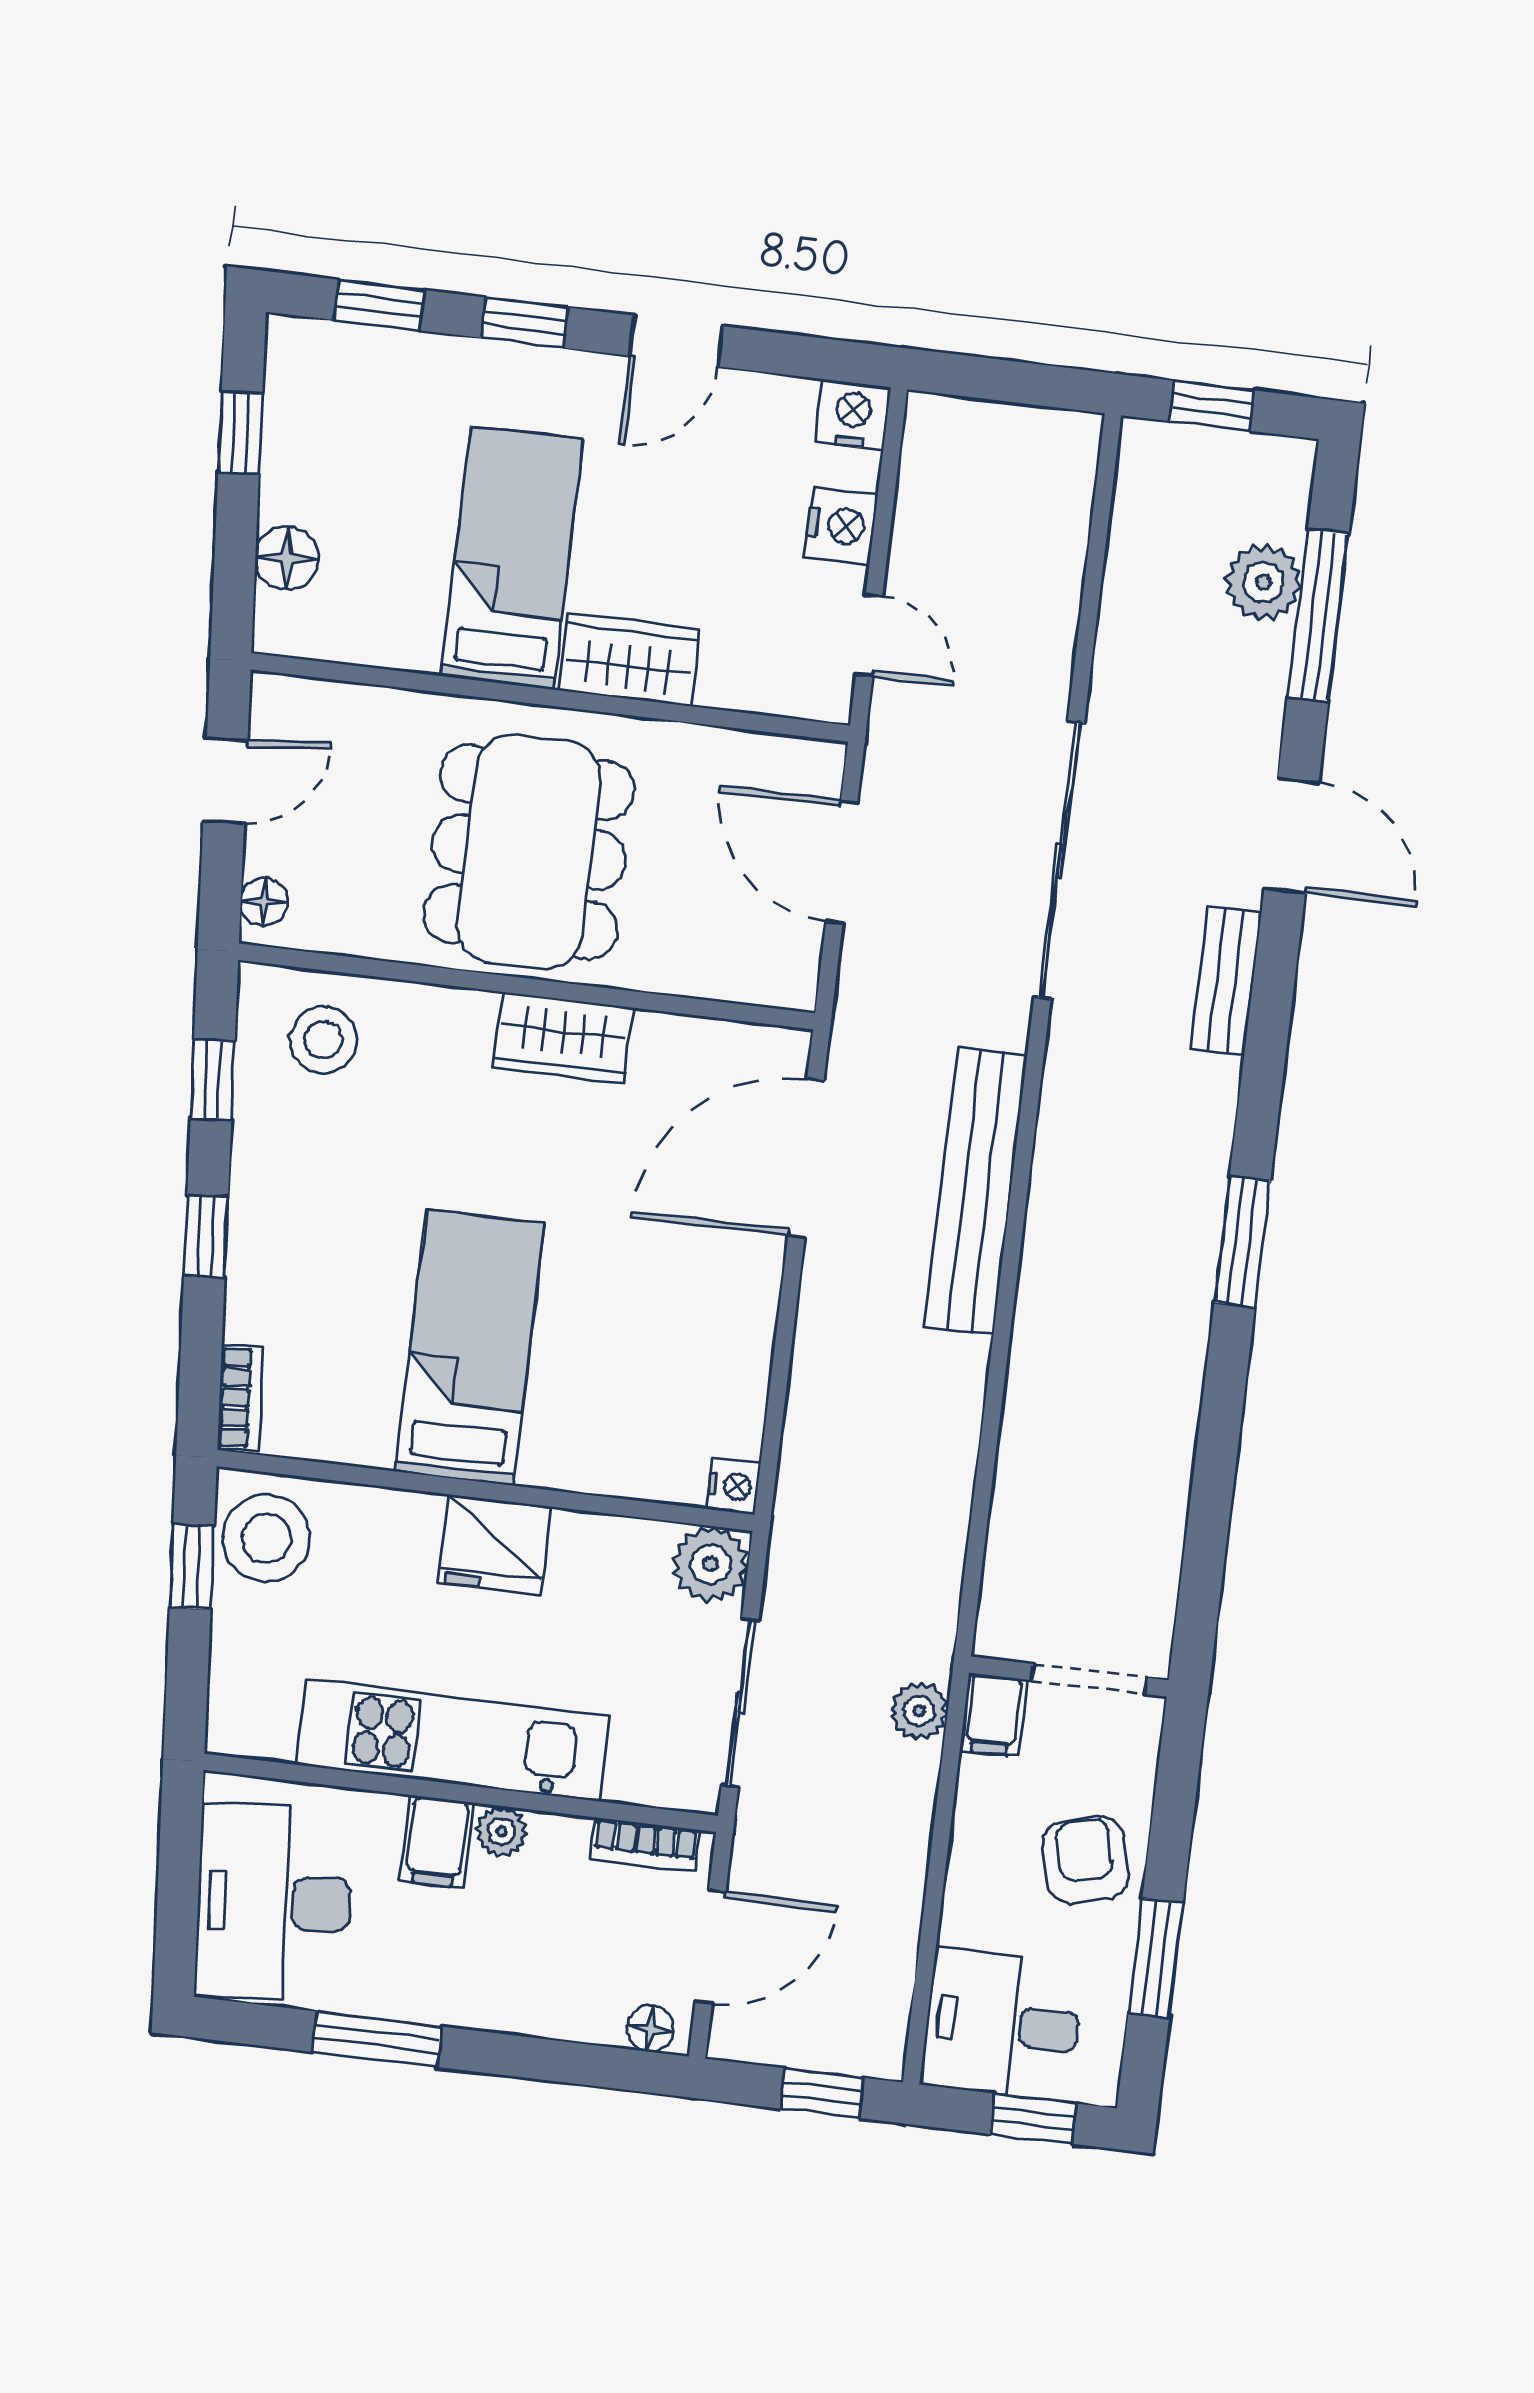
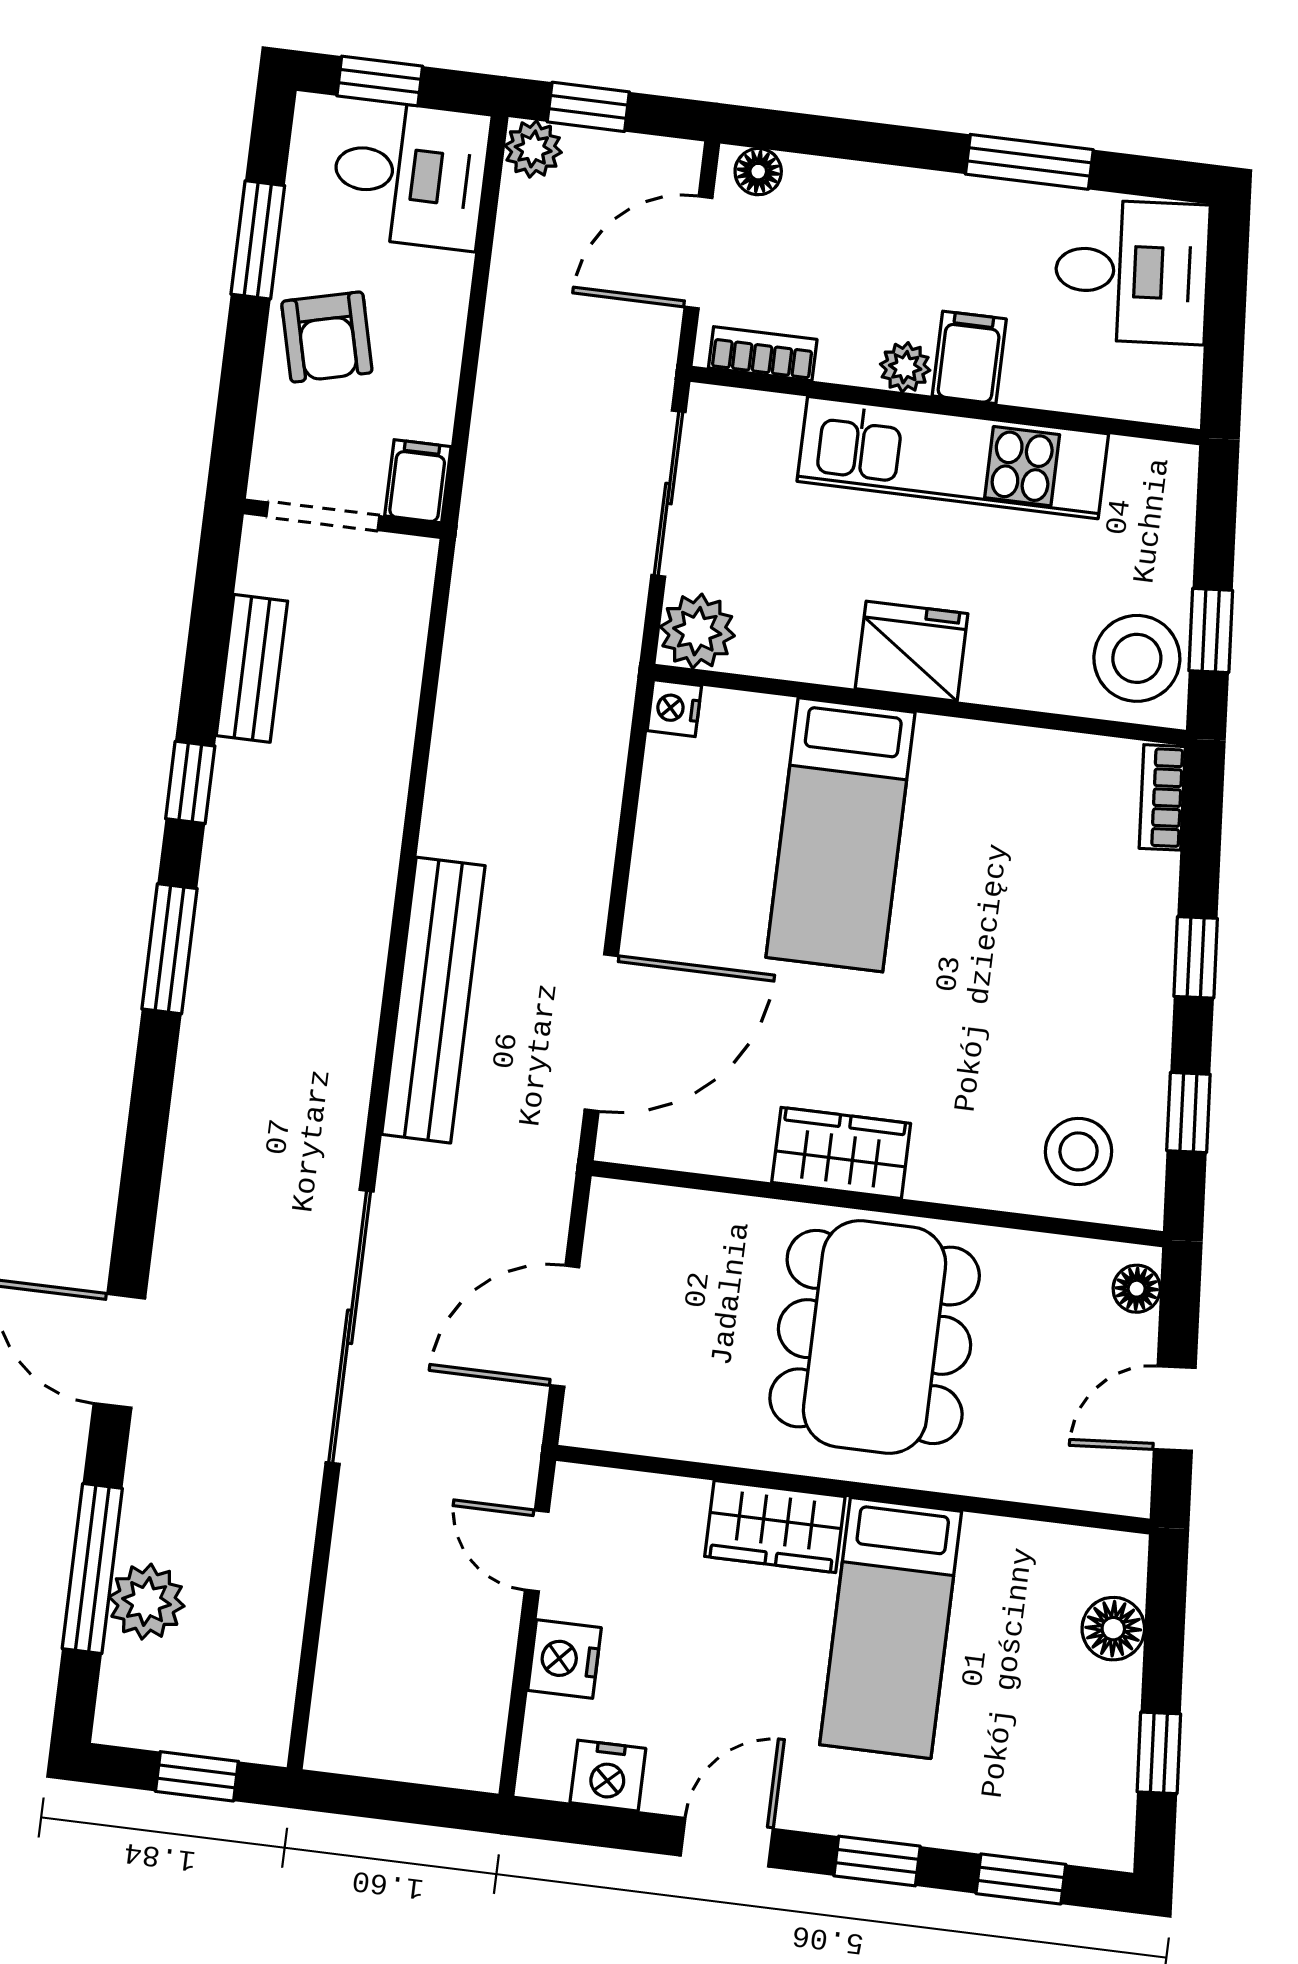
nightstand: (853, 415) -> (608, 1776), moved
door: (842, 862) -> (565, 1326), swing flipped
bench: (1226, 981) -> (252, 668), moved
bed: (470, 1347) -> (840, 835), moved
window: (1222, 1410) -> (190, 782), added
plant: (919, 1711) -> (533, 149), moved
desk: (274, 1902) -> (1132, 272), width x0.73

